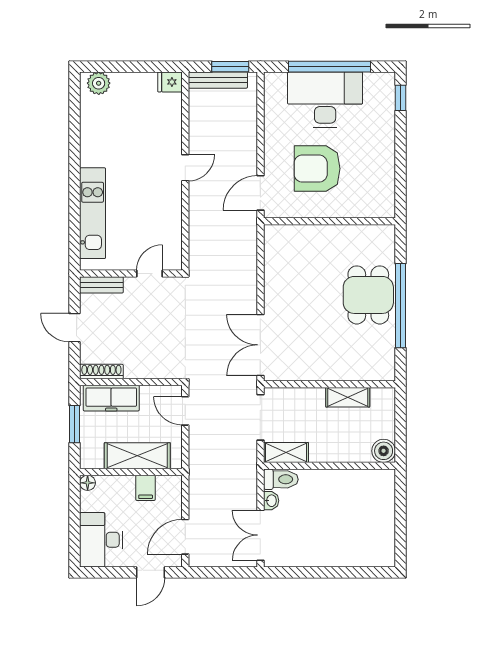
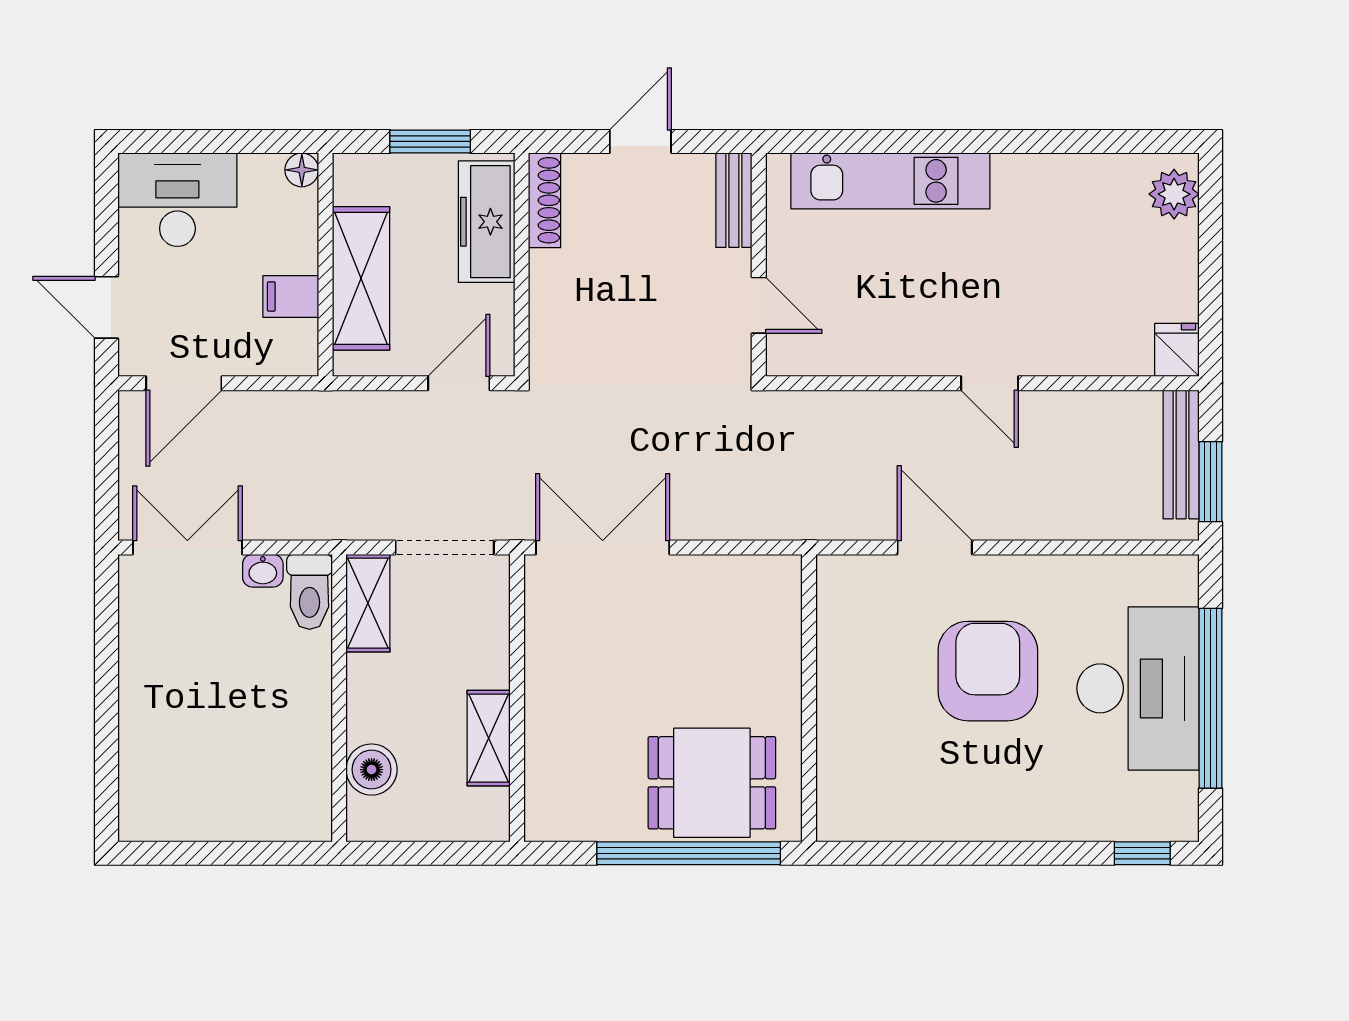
wall: (329, 221) -> (809, 698), moved
boiler: (384, 451) -> (372, 770), moved
door: (185, 537) -> (184, 383), swing flipped

